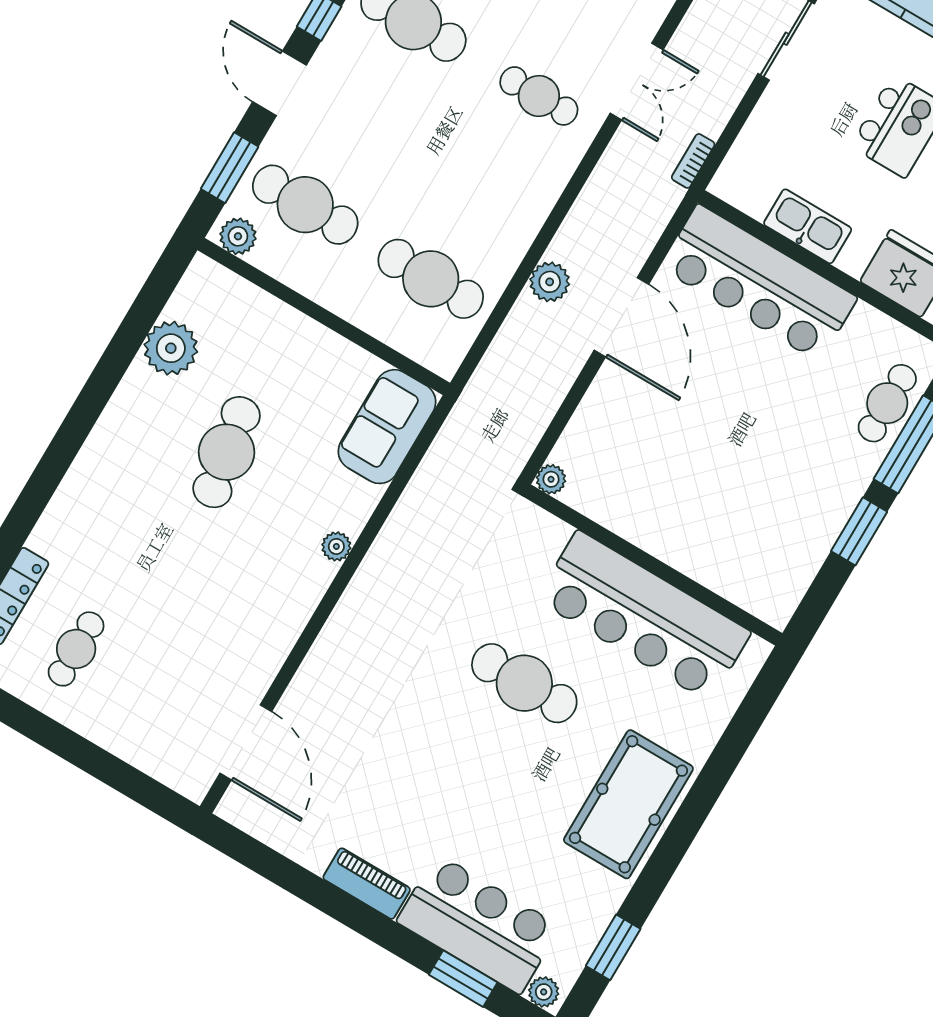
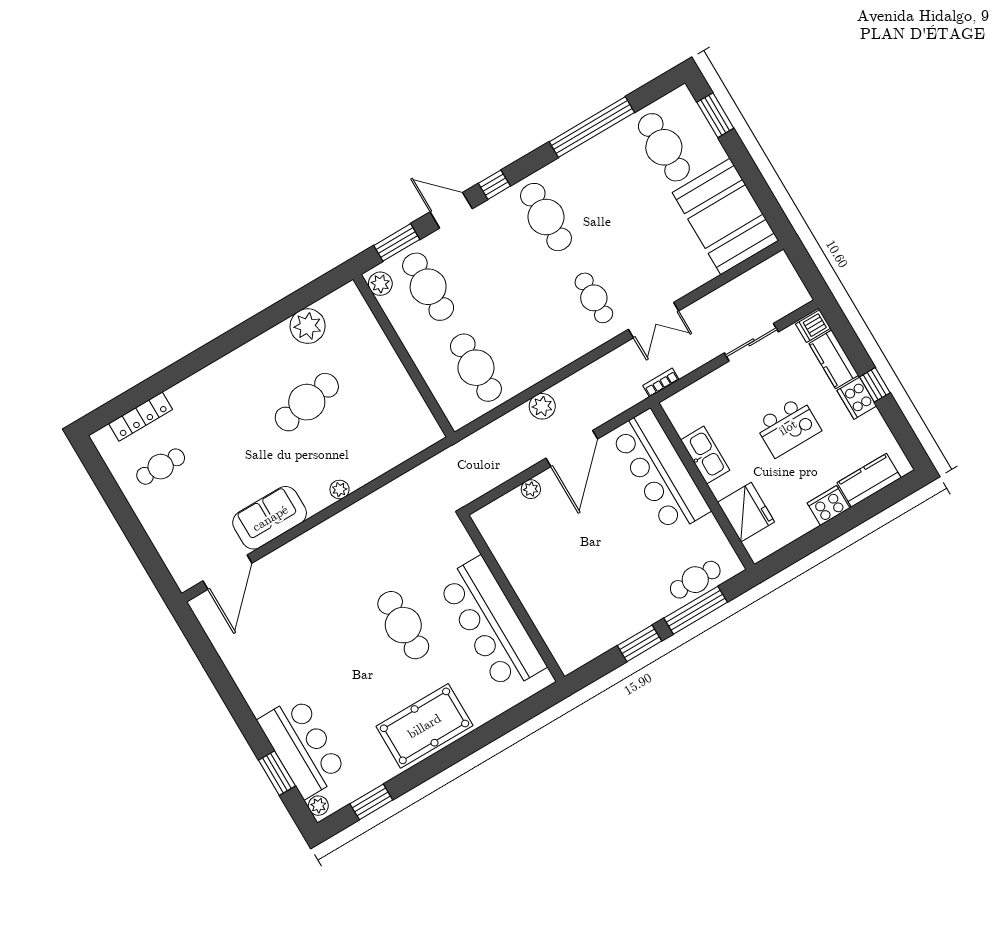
door: (279, 83) -> (451, 210), hinge flipped
sofa: (387, 427) -> (270, 518), moved
plant: (551, 479) -> (531, 489), moved
piano: (367, 884) -> (252, 689), removed

